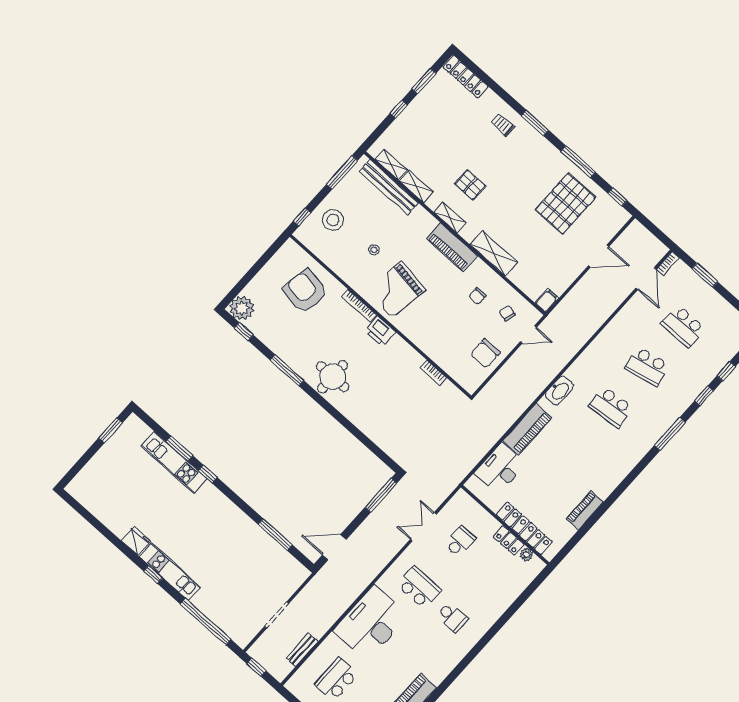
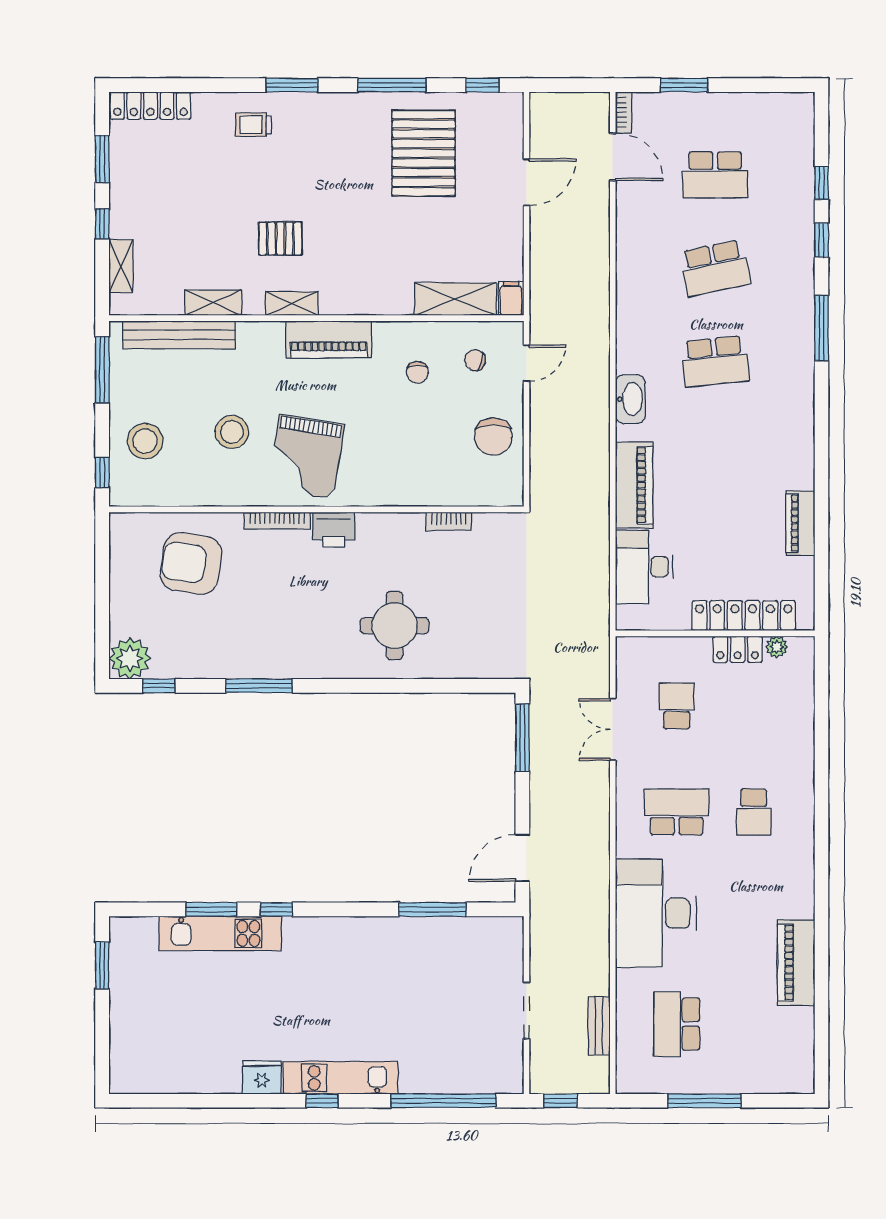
shelving: (391, 165) -> (121, 266), moved, turned 90
stool: (374, 250) -> (232, 432), width x1.89, depth x1.89
shelving: (494, 253) -> (455, 299), moved
round table: (333, 377) -> (395, 626), moved
school desk: (452, 617) -> (754, 812), turned 90

